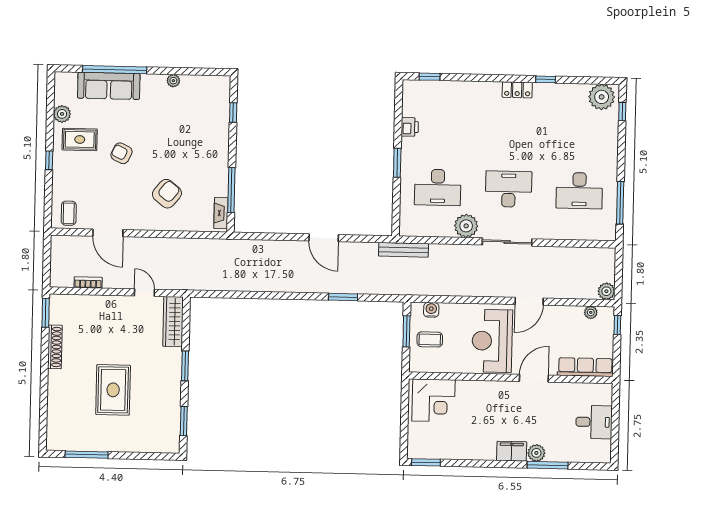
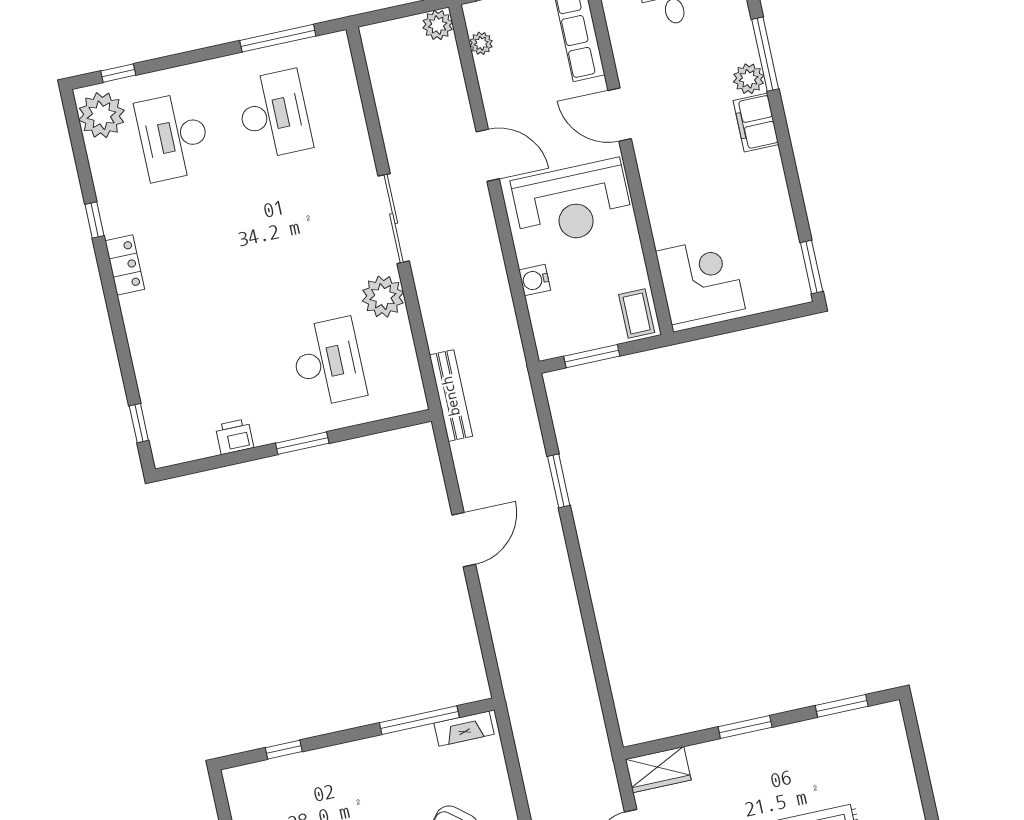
desk: (509, 189) -> (173, 136), moved
water cooler: (431, 310) -> (535, 280), moved
wardrobe: (173, 322) -> (658, 770), width x0.67
coffee table: (430, 339) -> (637, 314), moved

